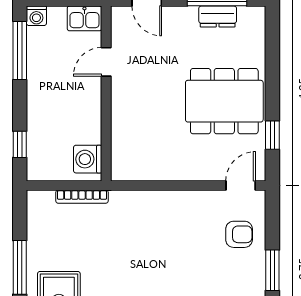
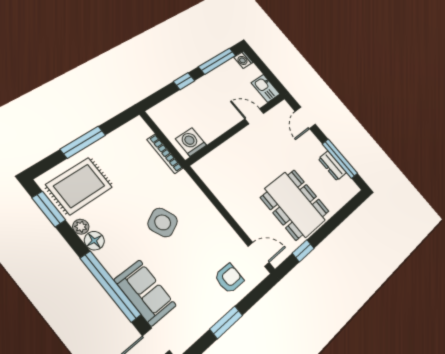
window: (20, 144) -> (184, 81), moved
armchair: (239, 234) -> (229, 278), turned -90
side table: (145, 254) -> (163, 222), added

